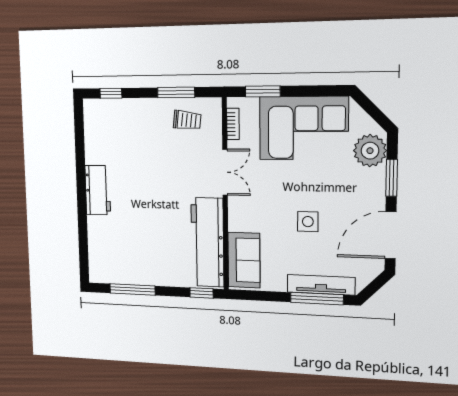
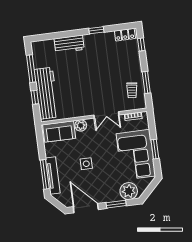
window: (263, 91) -> (155, 149), moved
locker: (92, 120) -> (125, 35), added
window: (81, 169) -> (96, 30), added
workbench: (98, 190) -> (69, 44), moved
plant: (238, 221) -> (81, 125), added
workbench: (207, 242) -> (46, 93), moved, turned 90
window: (202, 293) -> (35, 97), moved

